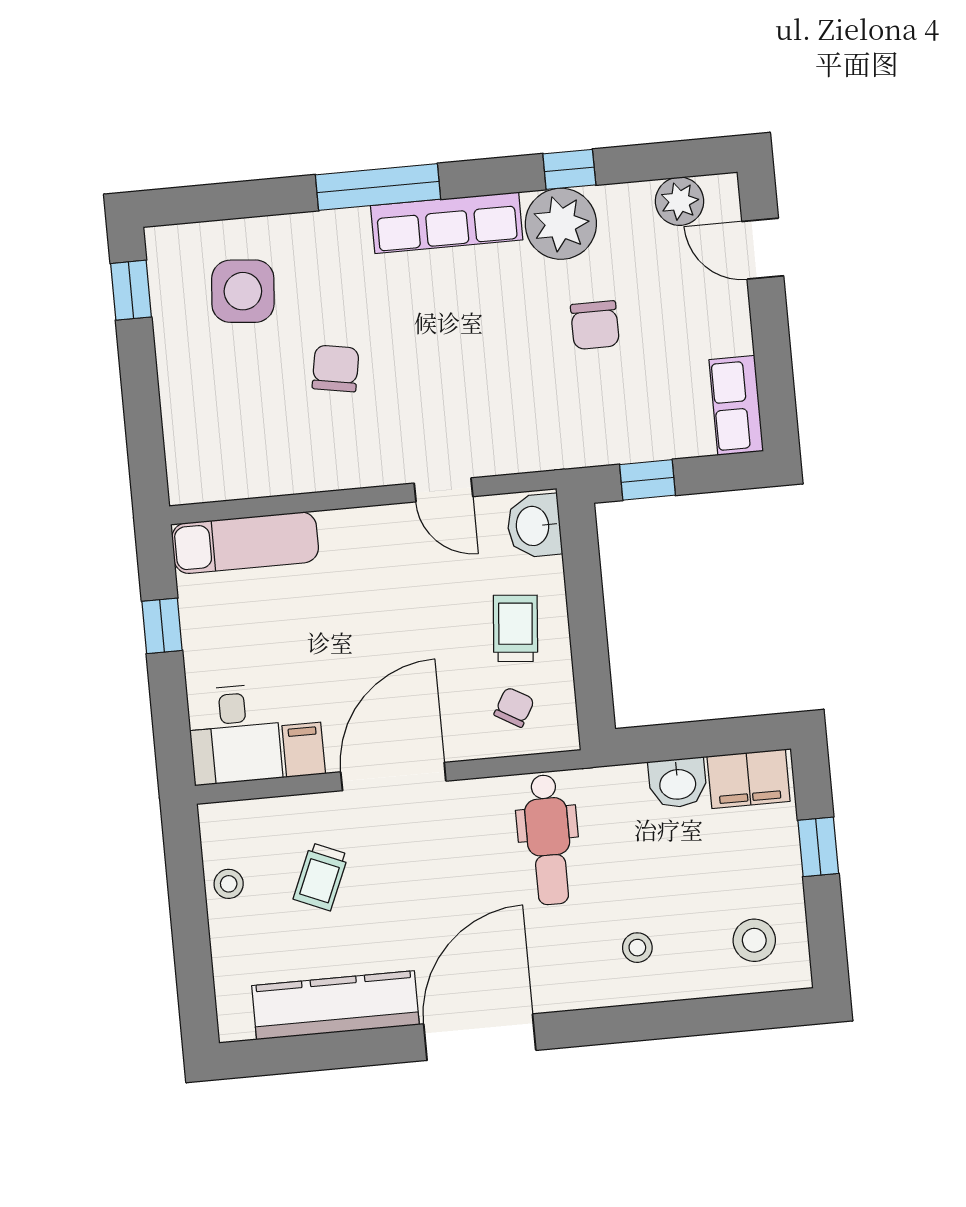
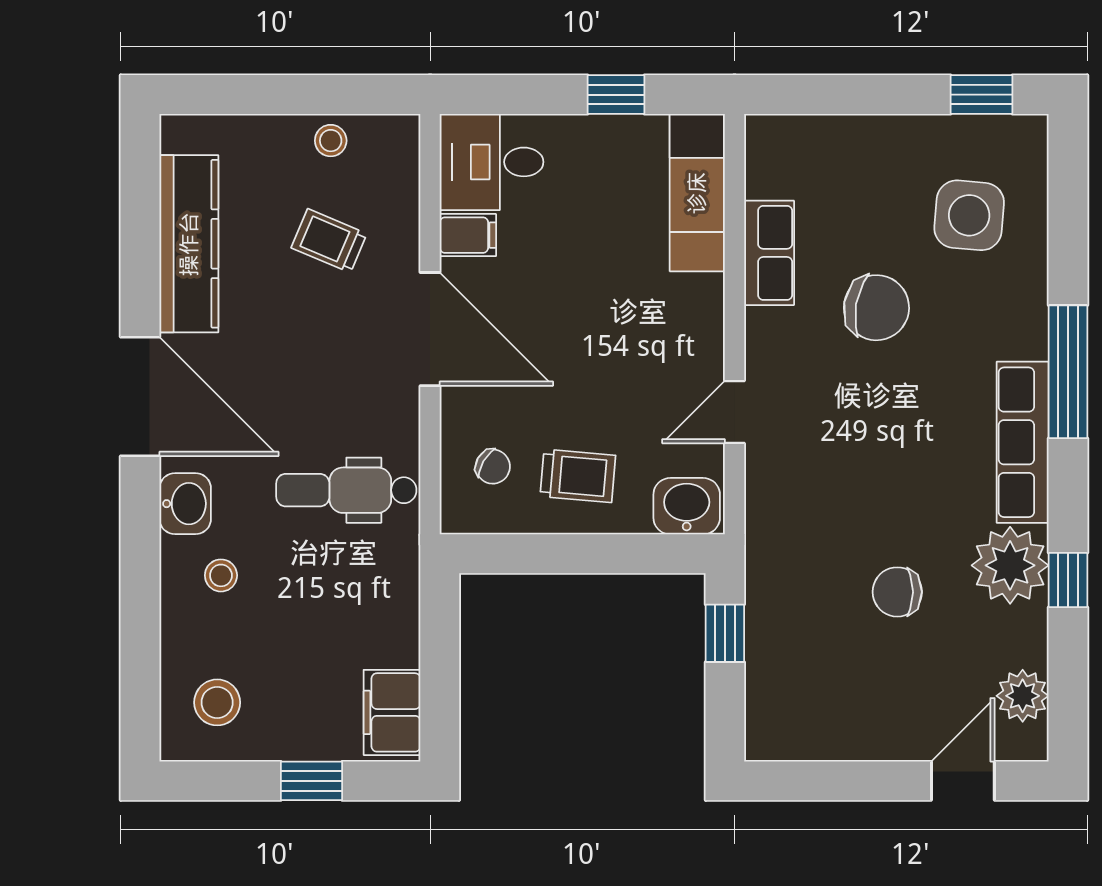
chair: (336, 368) -> (876, 308), width x1.37, depth x1.37
row of seats: (736, 405) -> (769, 253), moved, turned 90
washbasin: (678, 783) -> (185, 504), moved, turned 180

